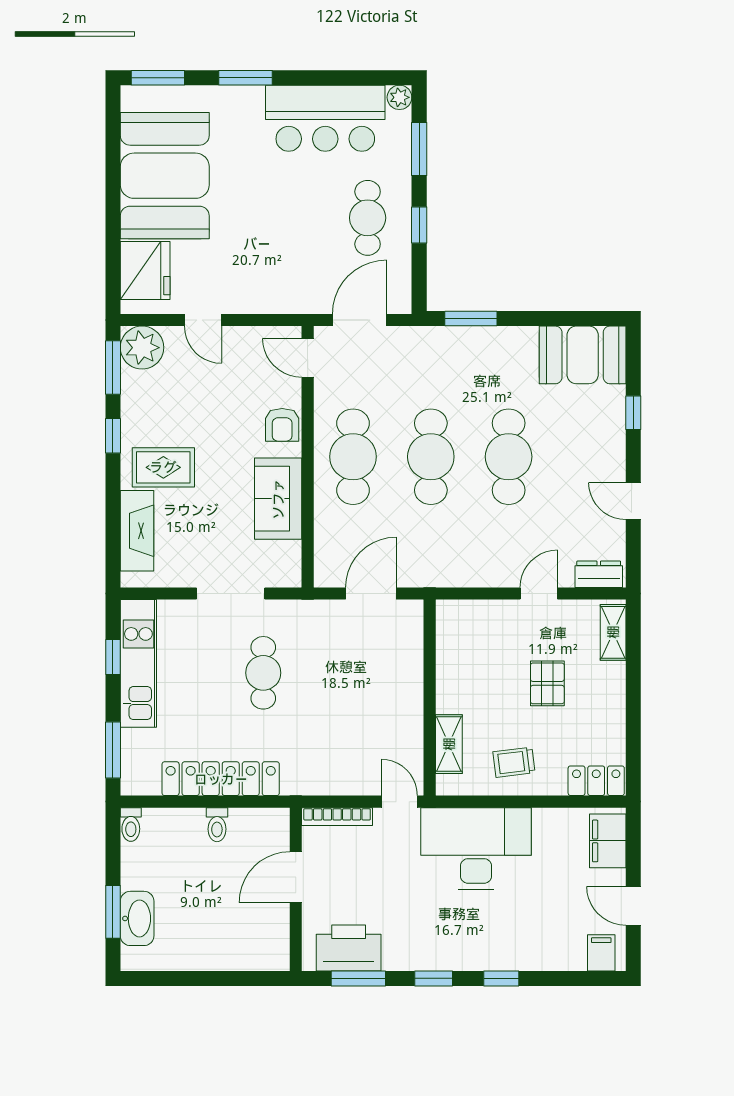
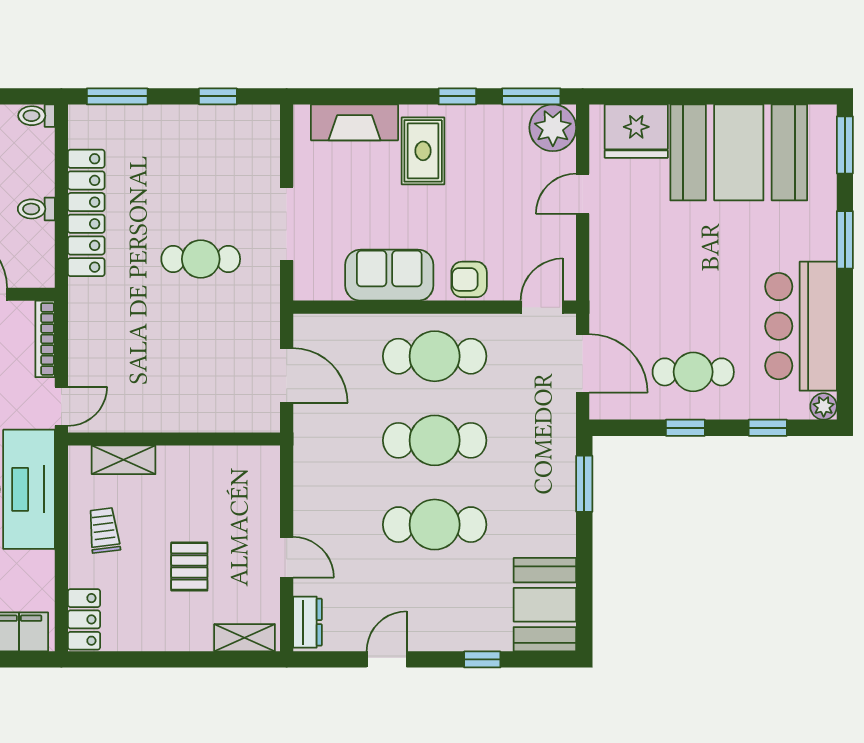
window: (419, 149) -> (768, 428), width x0.67
kitchen unit: (138, 663) -> (211, 124), removed
pallet: (547, 683) -> (189, 566), turned 90

